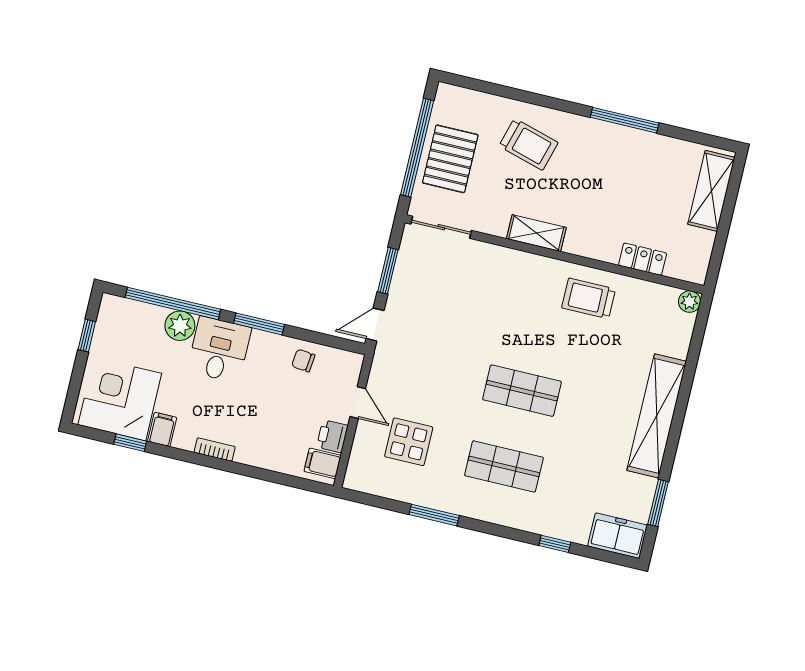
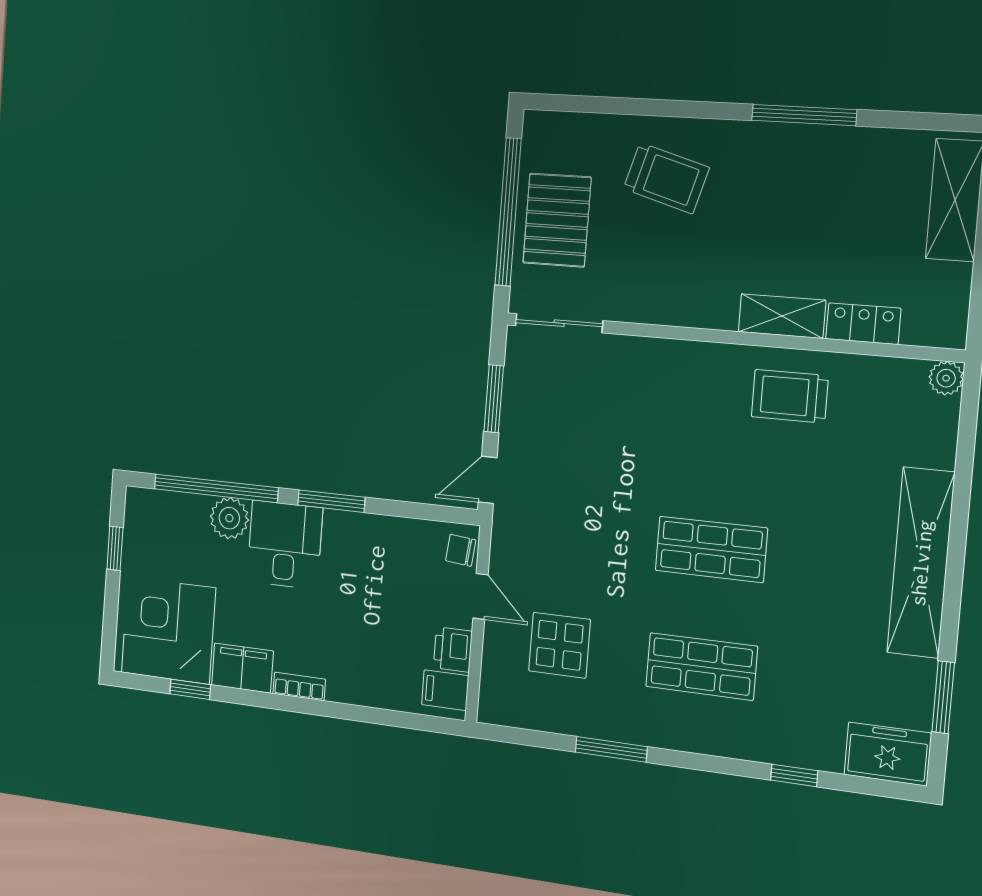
shelving: (536, 233) -> (782, 316), moved
chair: (303, 361) -> (461, 550), moved
filing cabinet: (162, 429) -> (242, 668), width x2.00

